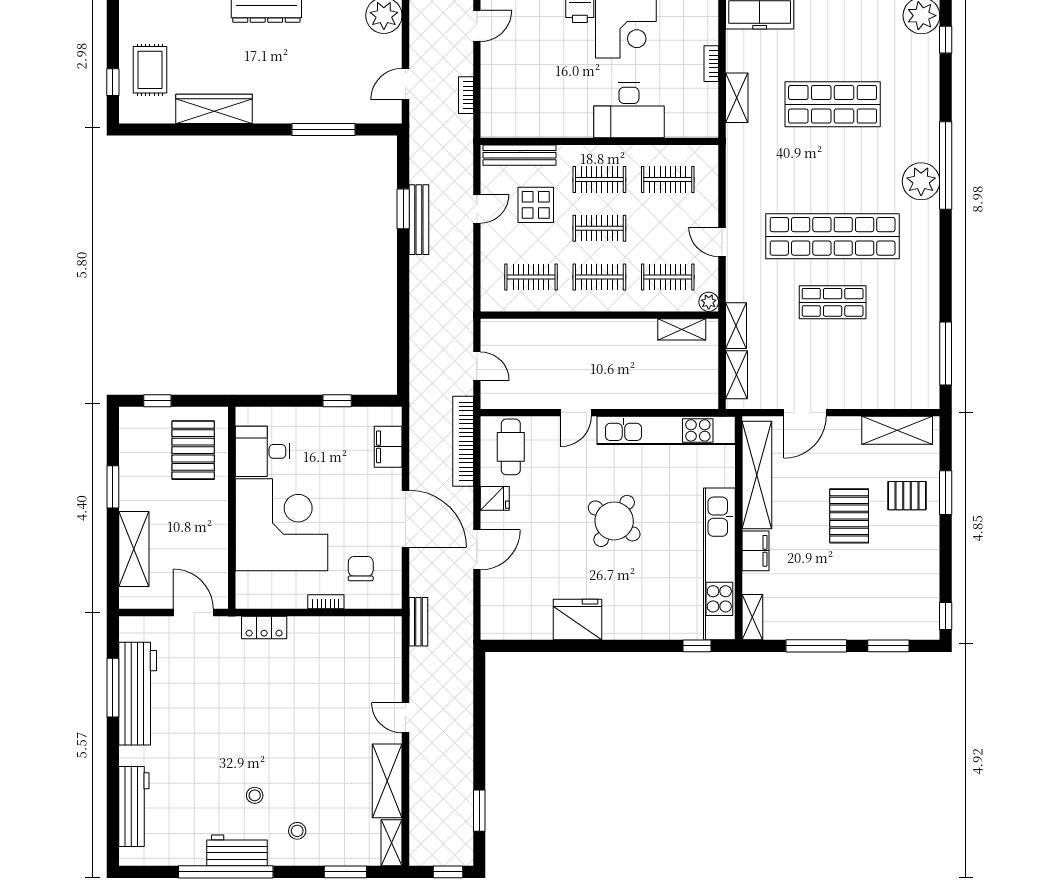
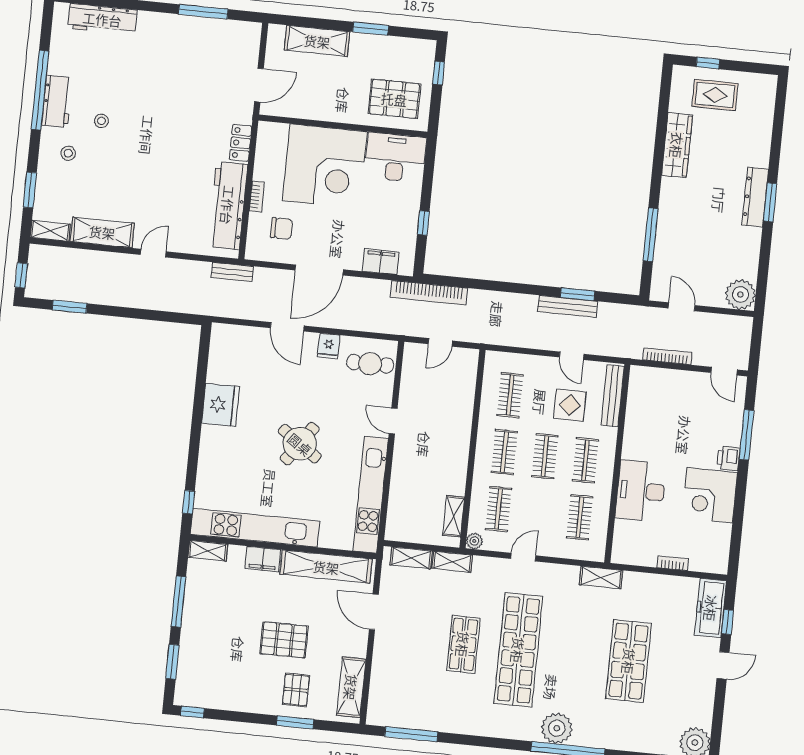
bookcase: (466, 95) -> (667, 356), width x1.56
shelving: (737, 98) -> (601, 577), moved
bookcase: (463, 441) -> (429, 293), moved, turned 180
desk: (263, 451) -> (395, 157), width x1.37
workbench: (138, 694) -> (228, 205), moved, turned 90

